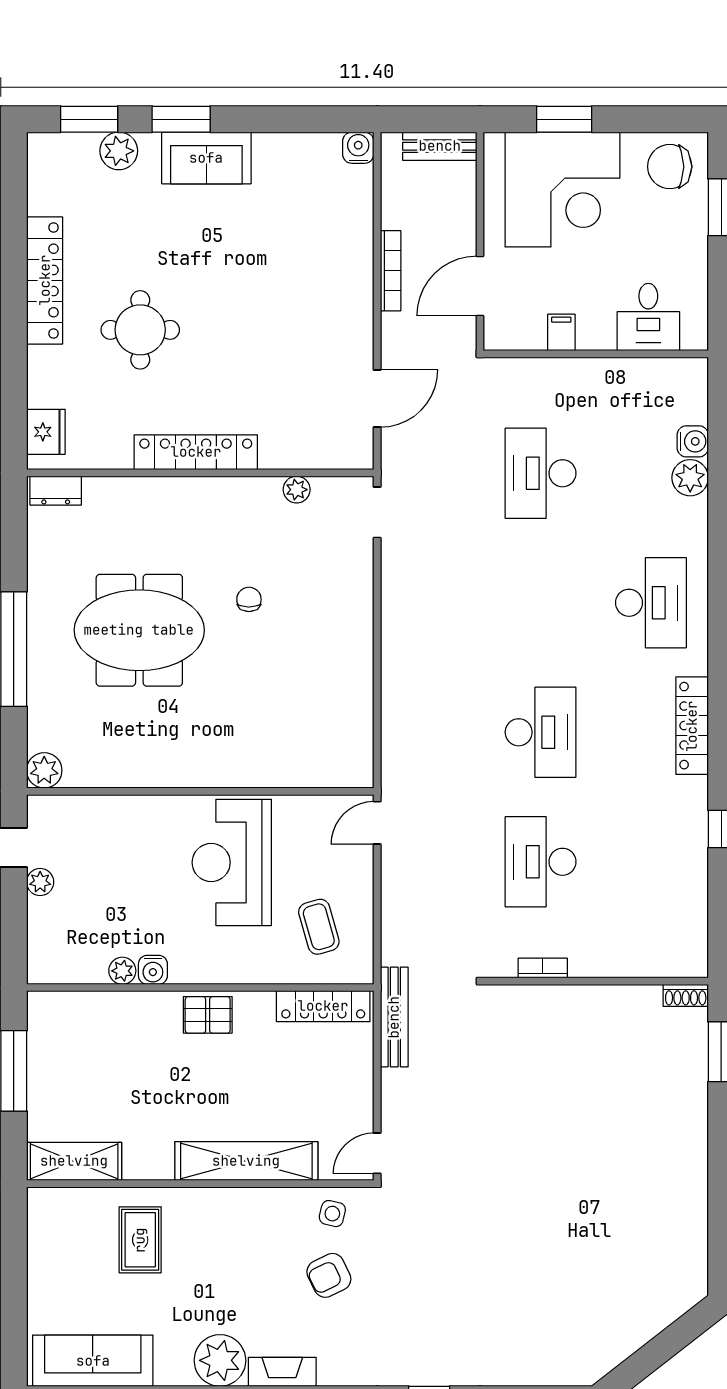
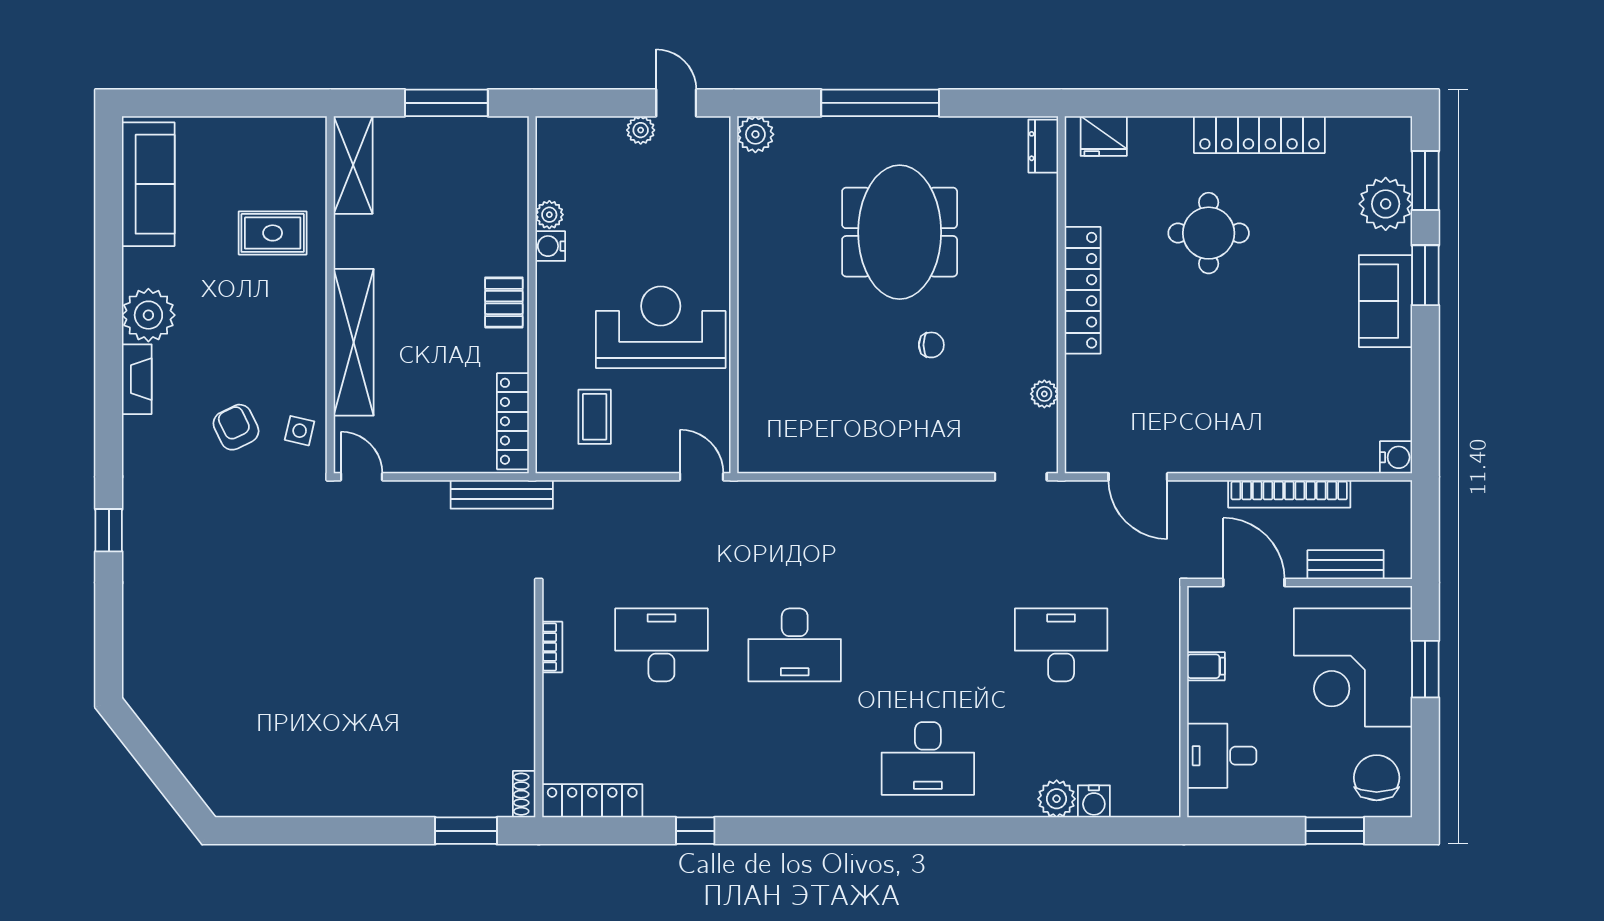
bench: (440, 146) -> (1346, 565), moved, turned 90
plant: (119, 151) -> (1386, 204), width x1.36, depth x1.36
bookcase: (391, 271) -> (1289, 494), width x1.48, depth x1.31
locker: (692, 726) -> (592, 801), moved
coffee table: (319, 927) -> (595, 417), turned -74

